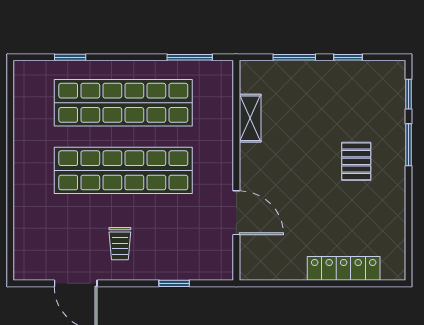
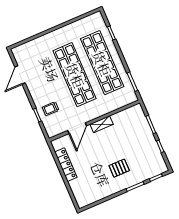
shelving: (250, 118) -> (102, 124), moved
trolley: (120, 244) -> (51, 109), moved
locker: (344, 268) -> (66, 165), moved

